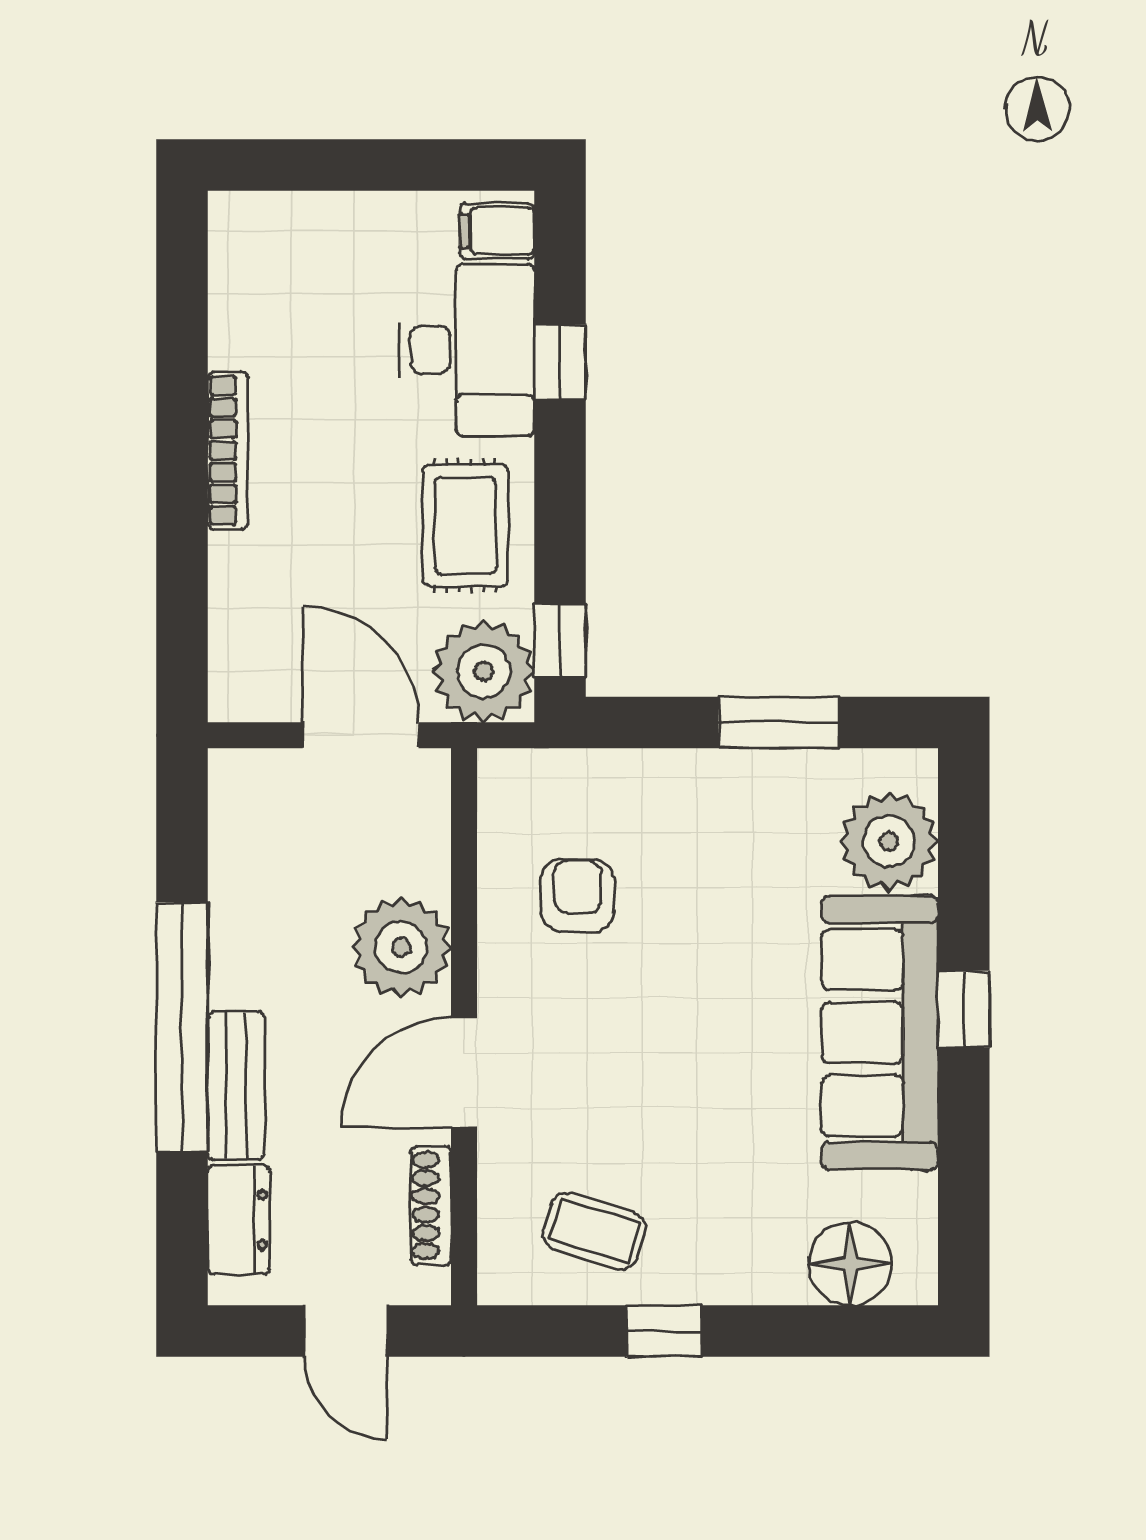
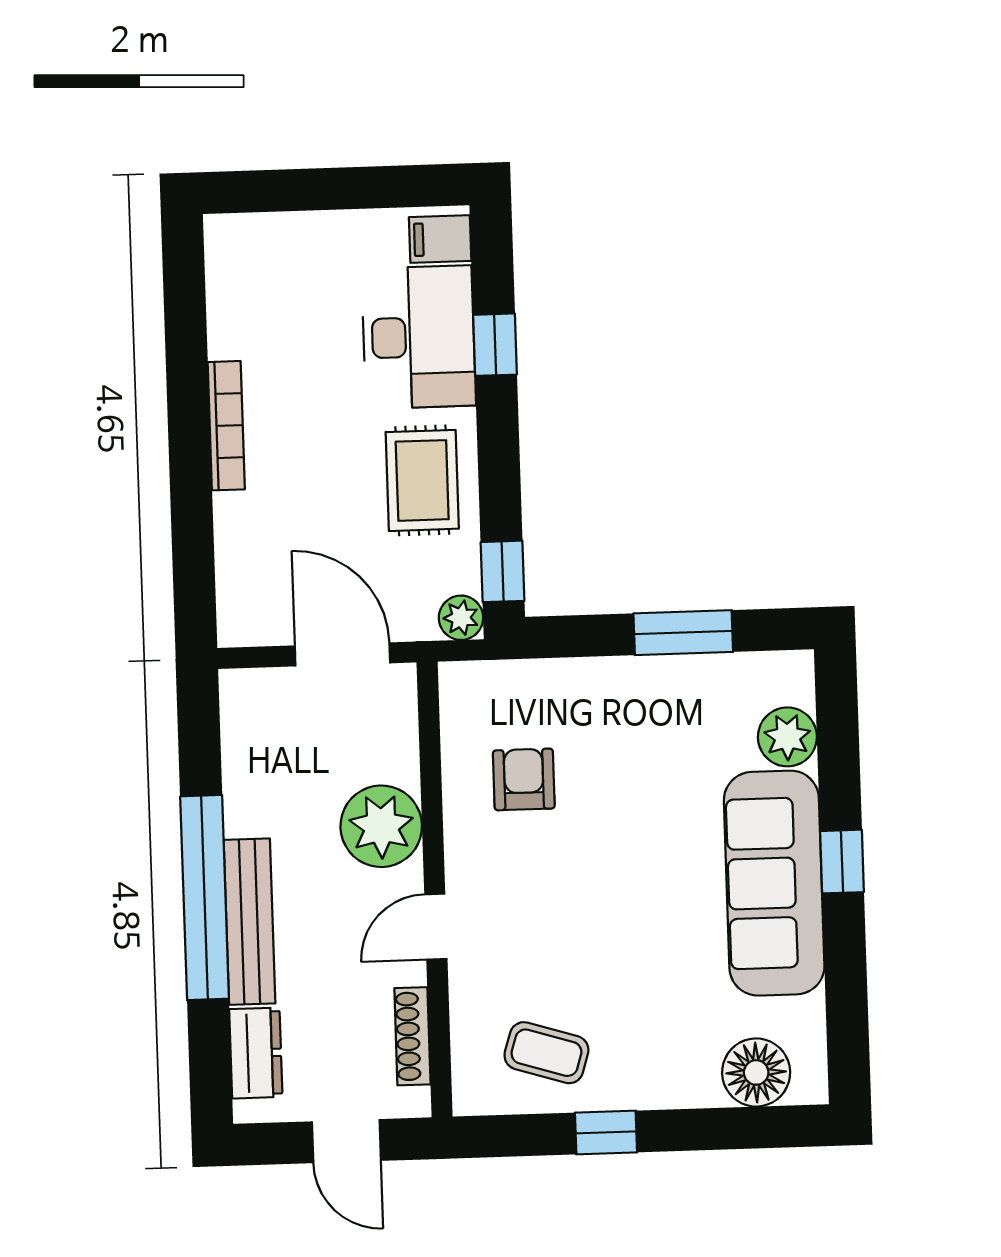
plant: (483, 671) -> (461, 618), width x0.53, depth x0.53
plant: (889, 841) -> (787, 737), width x0.73, depth x0.73
door: (464, 1072) -> (436, 927), width x0.73
bench: (236, 1086) -> (249, 922), width x1.36

